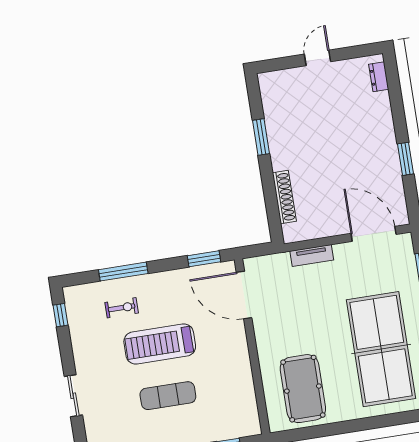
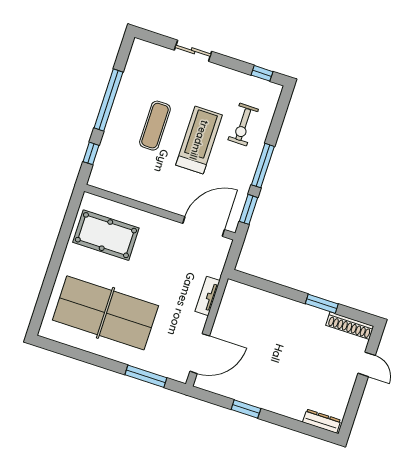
door: (318, 58) -> (367, 364), moved
dresser: (379, 77) -> (322, 421), width x1.44
shoe rack: (284, 197) -> (350, 326), moved
window: (123, 272) -> (263, 166), moved
exercise bike: (122, 308) -> (243, 125), width x1.38, depth x1.39

